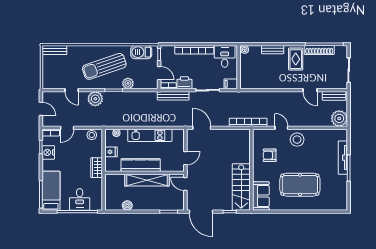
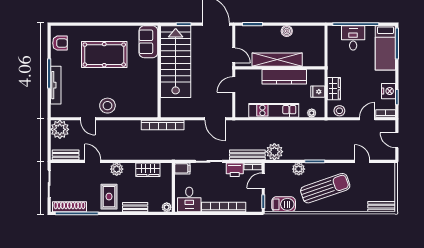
shoe rack: (319, 50) -> (69, 207), moved
door: (159, 73) -> (263, 181), hinge flipped
wardrobe: (261, 83) -> (148, 170), added
plant: (289, 83) -> (117, 169), added
plant: (95, 99) -> (274, 152), moved
door: (281, 128) -> (88, 119), moved
armchair: (270, 155) -> (60, 43), moved
wardrobe: (97, 168) -> (334, 89), moved
stairs: (241, 187) -> (176, 62), width x1.36, depth x1.51
boiler: (127, 205) -> (287, 31), moved

